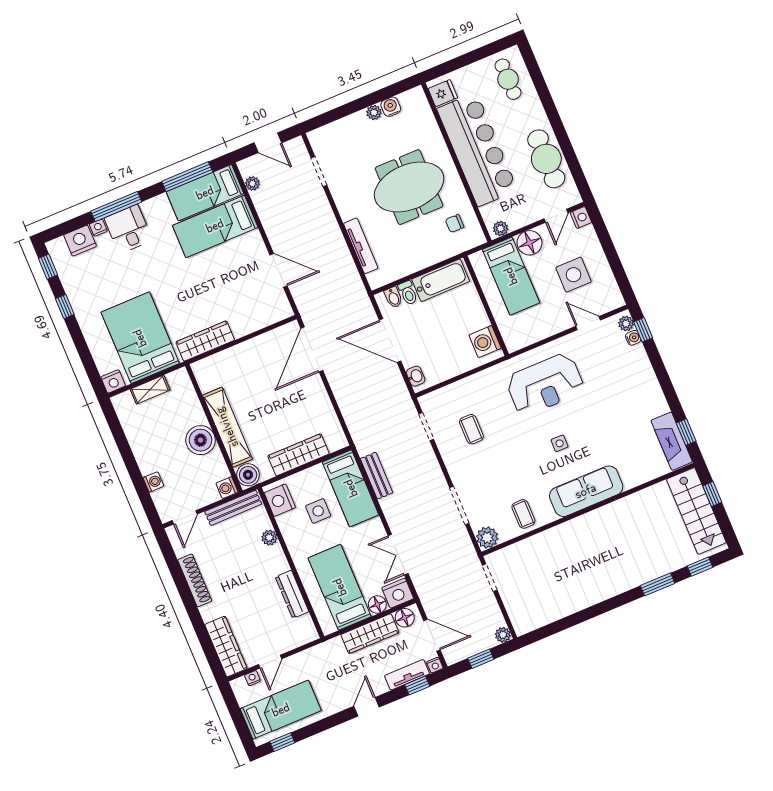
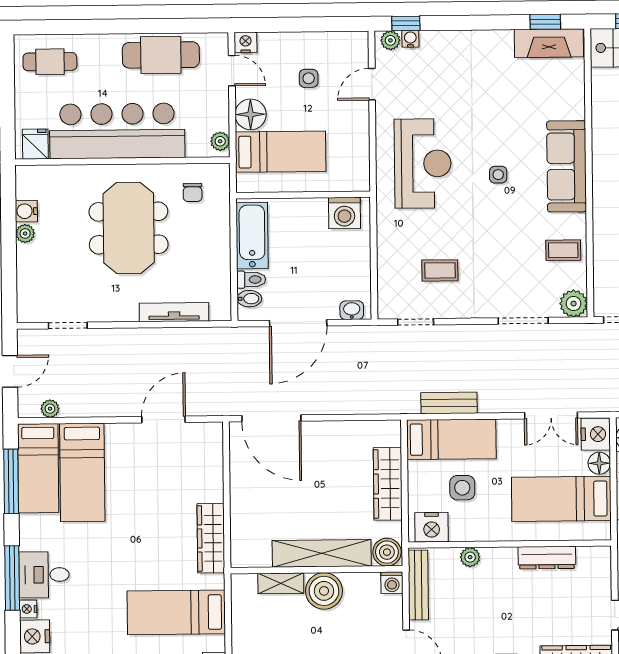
side table: (573, 275) -> (309, 78), width x0.54, depth x0.54
bed: (140, 338) -> (176, 612), width x0.67
shelving: (150, 390) -> (281, 583), moved, turned 90

